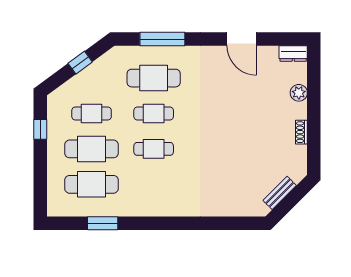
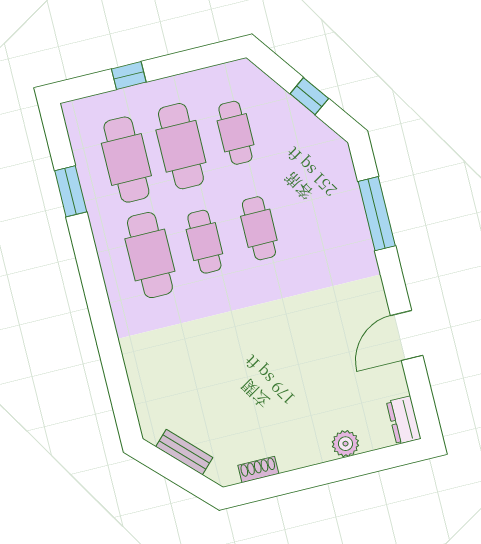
cafe table: (154, 78) -> (150, 255), moved
window: (40, 129) -> (129, 75), moved
shoe rack: (301, 132) -> (258, 469), moved

